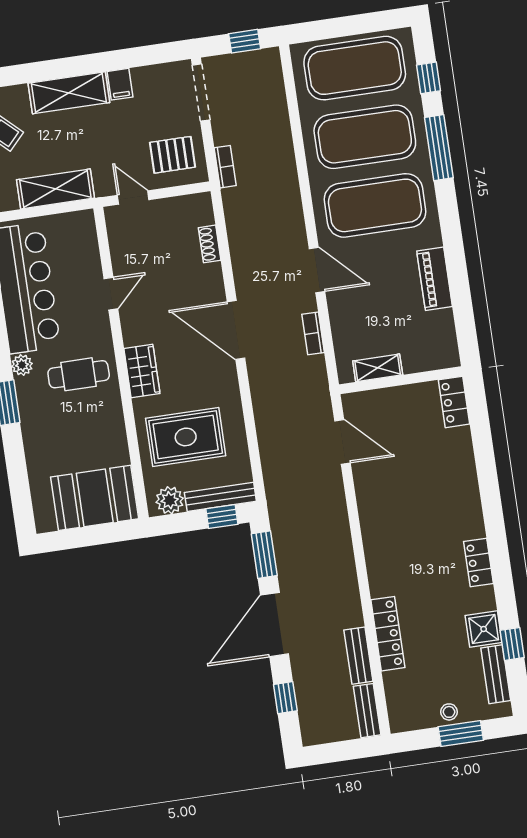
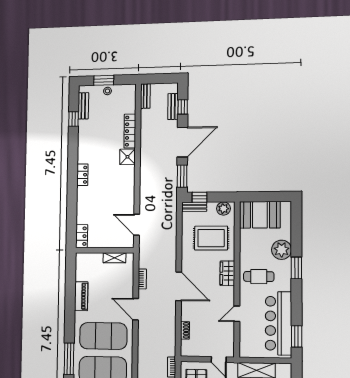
plant: (22, 365) -> (282, 250), moved, width x1.88, depth x1.88
bench: (220, 497) -> (194, 207), width x0.73
locker: (478, 562) -> (82, 175), moved
shower: (484, 629) -> (127, 157), moved
bench: (358, 656) -> (173, 106), moved

